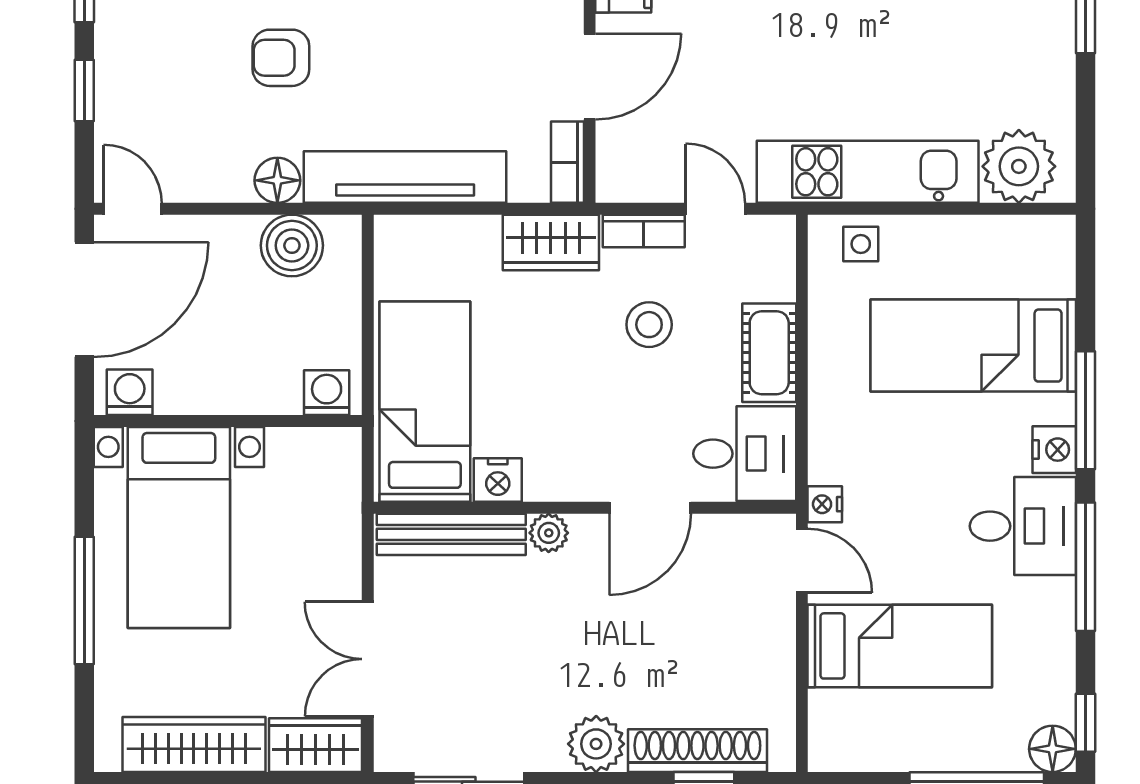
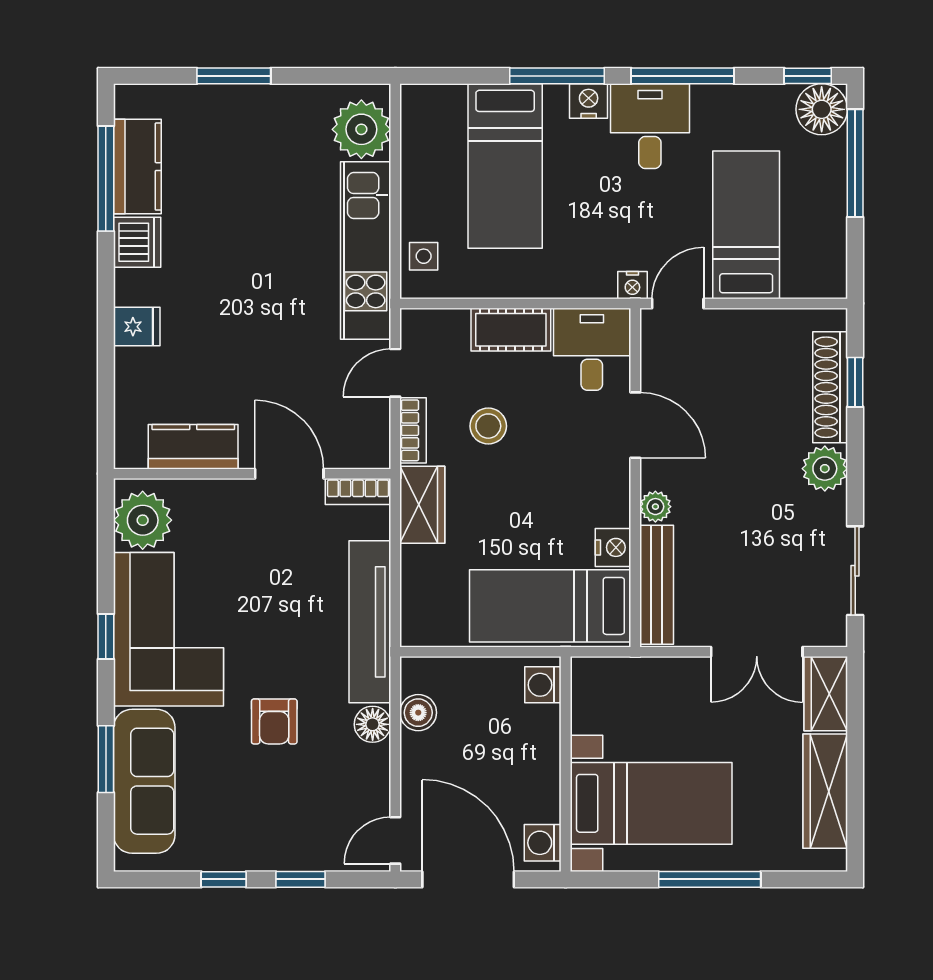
boiler: (292, 245) -> (418, 713), width x0.73, depth x0.73
floor lamp: (1053, 749) -> (822, 109), width x1.38, depth x1.38

